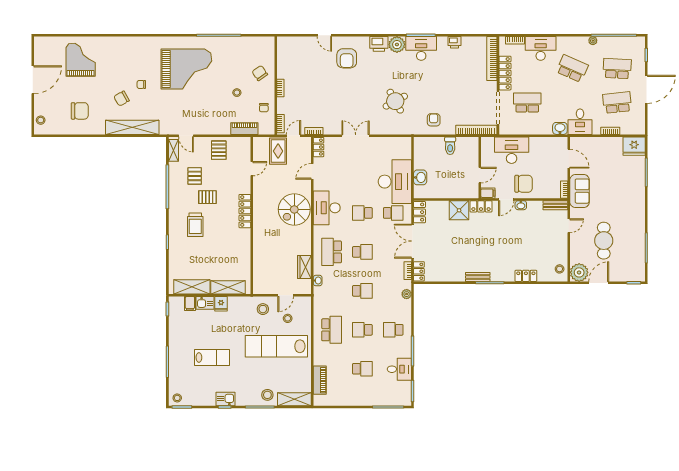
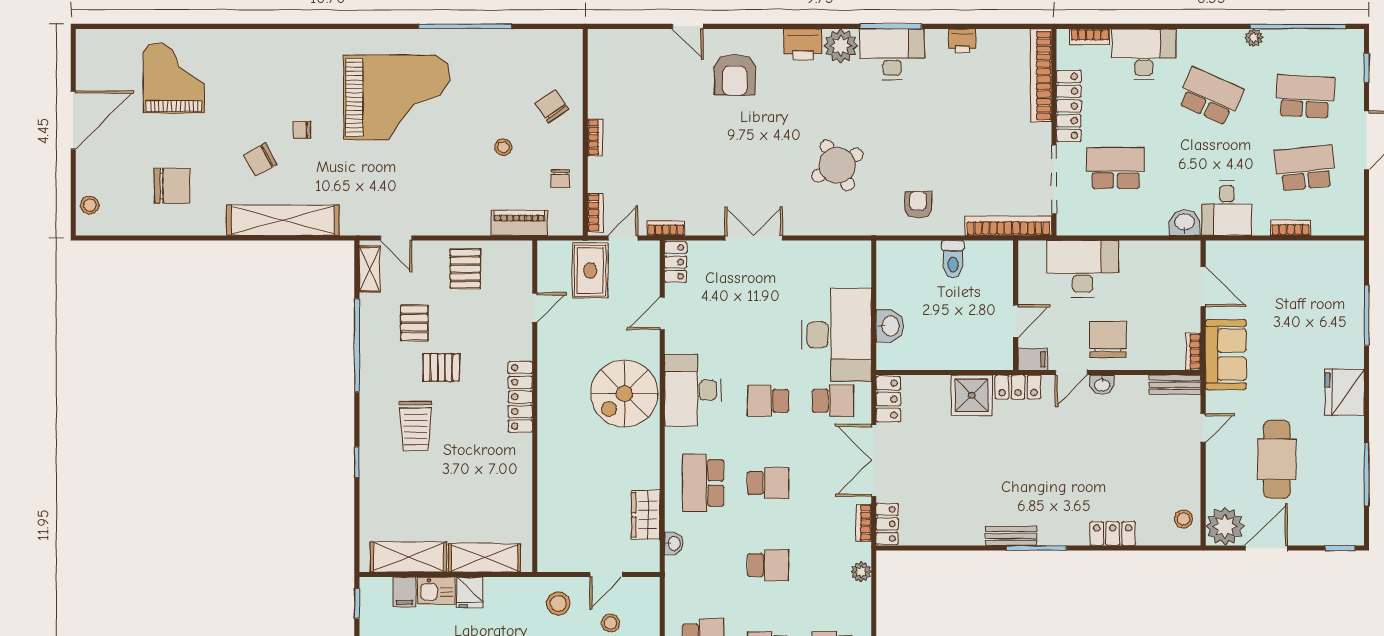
fridge: (634, 146) -> (1345, 392), moved, turned 90
chair: (524, 184) -> (1108, 339), turned -90

